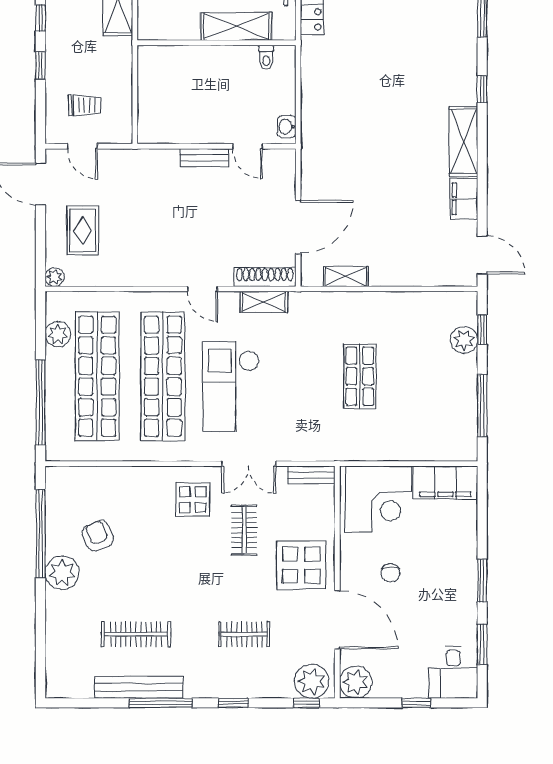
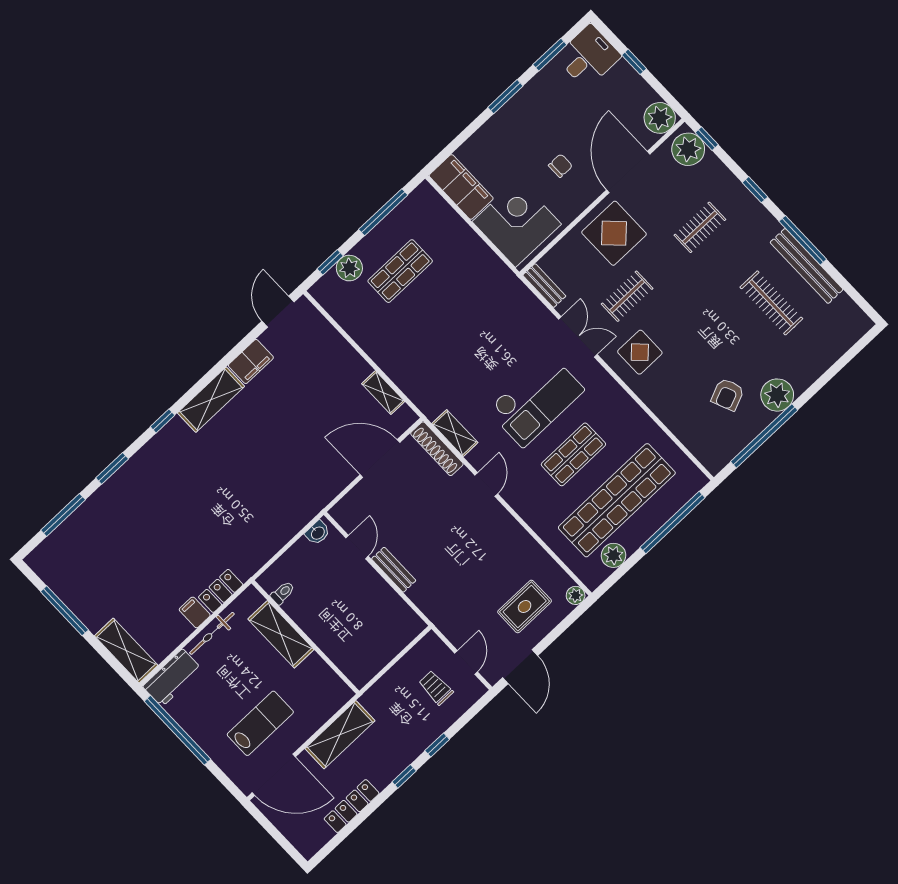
shop shelf: (163, 376) -> (573, 454), width x0.50, depth x0.74
shop shelf: (360, 376) -> (400, 271), moved
clothes rail: (244, 634) -> (700, 227), turned 90

